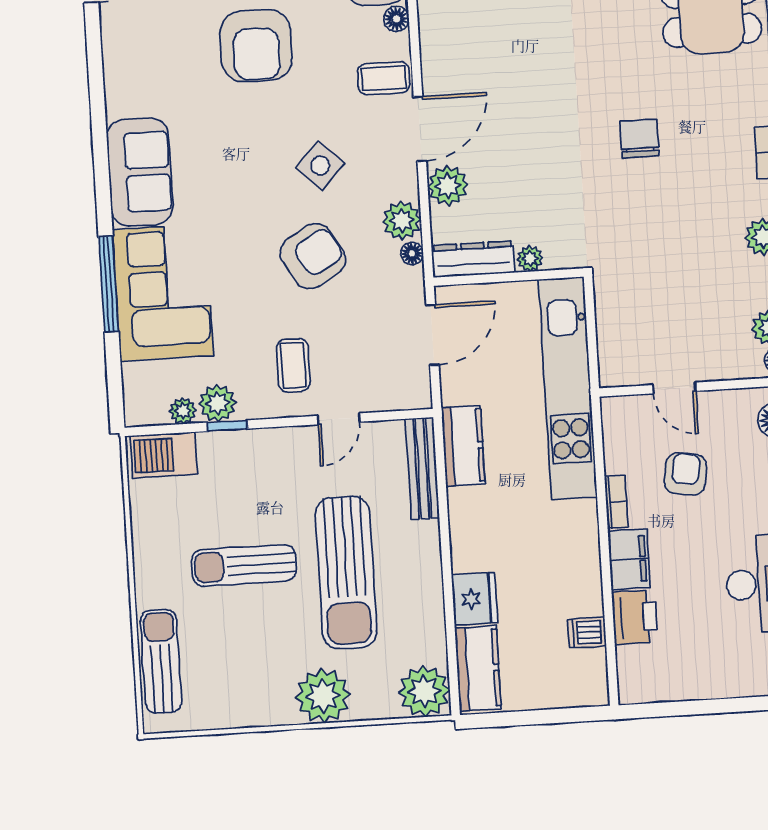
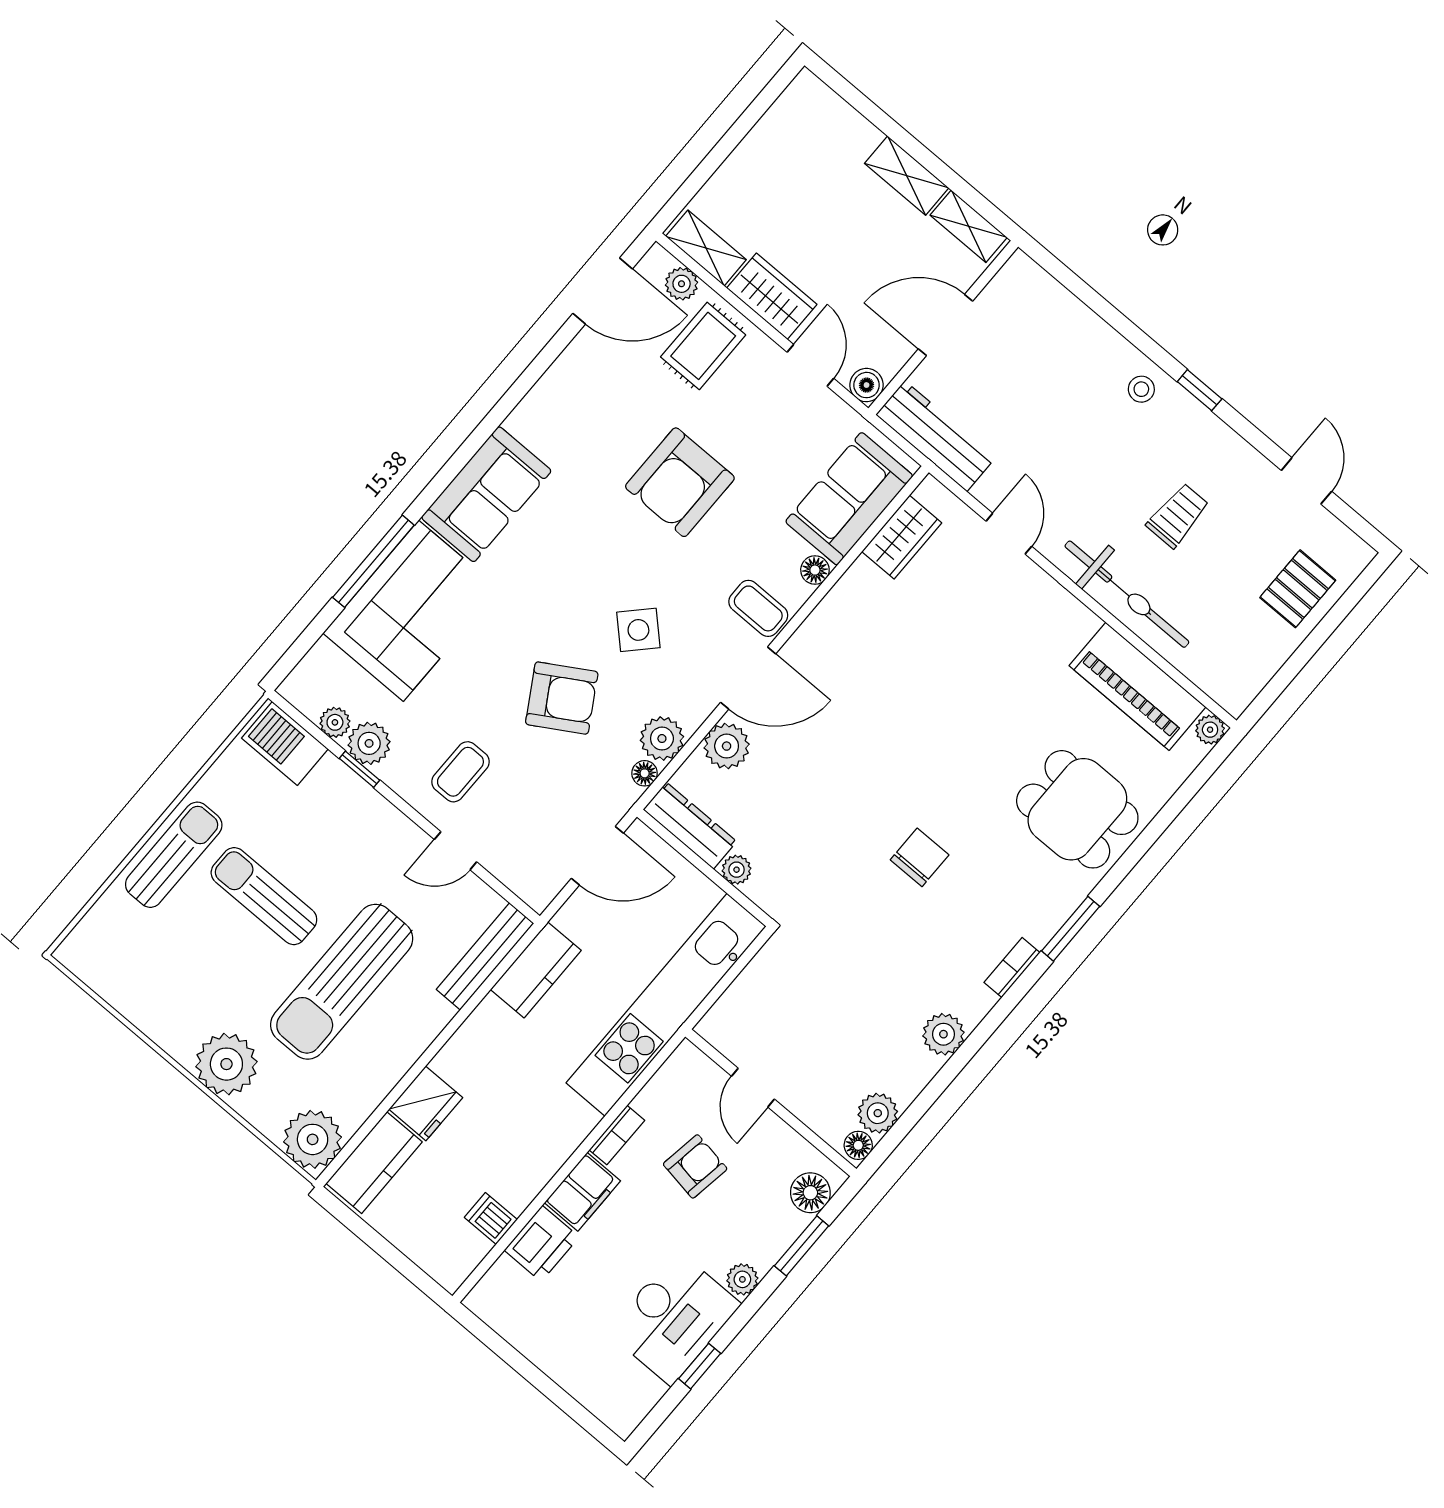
sun lounger: (161, 661) -> (174, 855), moved

